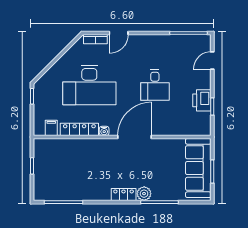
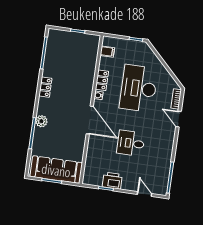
locker: (79, 129) -> (102, 80), width x0.66
locker: (124, 195) -> (45, 87), moved

